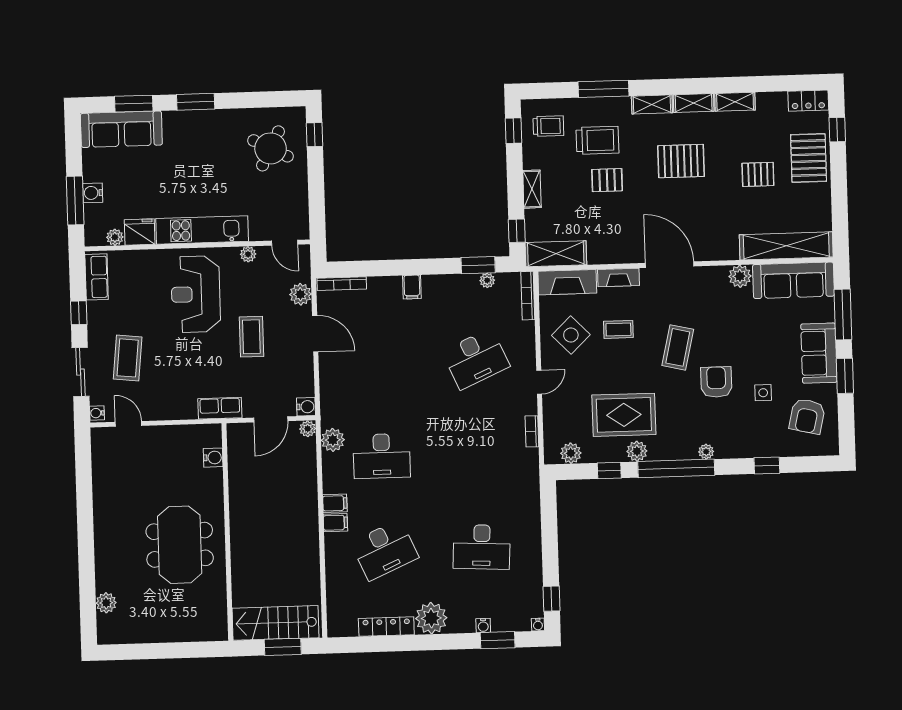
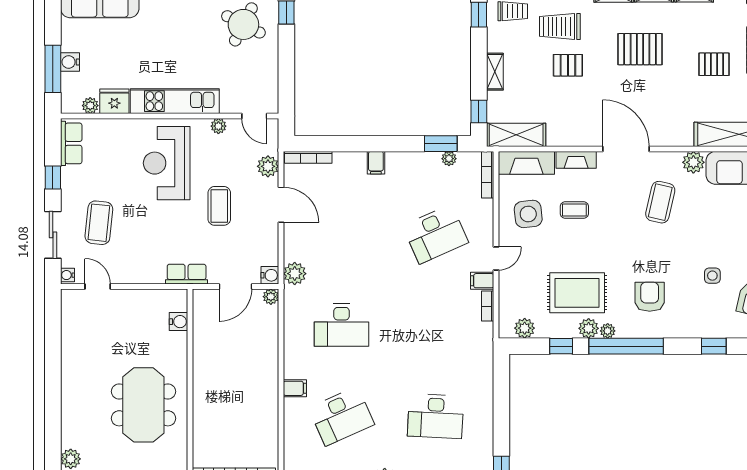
trolley: (597, 140) -> (560, 26), turned 180
side table: (571, 335) -> (528, 214), turned 38
coffee table: (678, 347) -> (660, 202), moved
armchair: (716, 382) -> (650, 297), moved
plant: (333, 440) -> (295, 274), moved
plant: (706, 452) -> (608, 331), moved
filing cabinet: (335, 503) -> (482, 281), moved, turned 180

